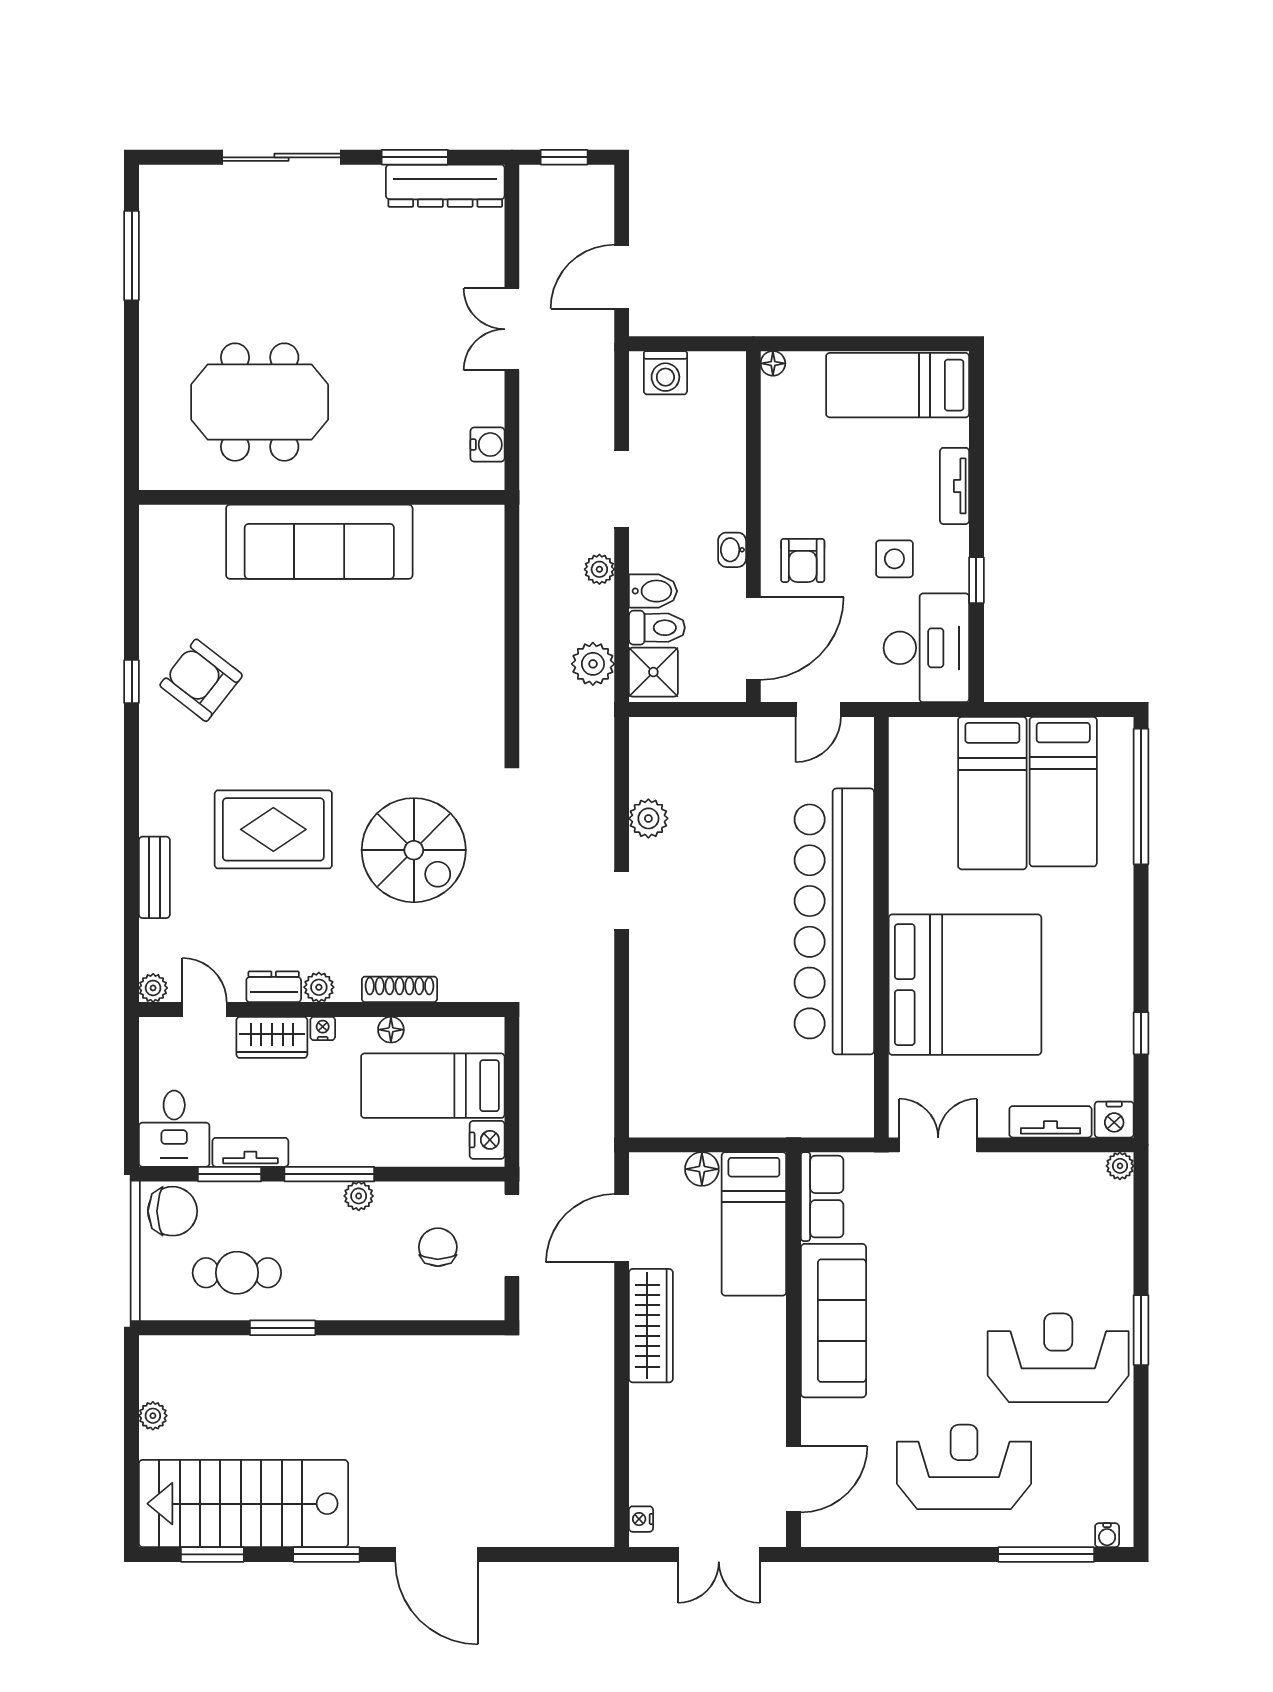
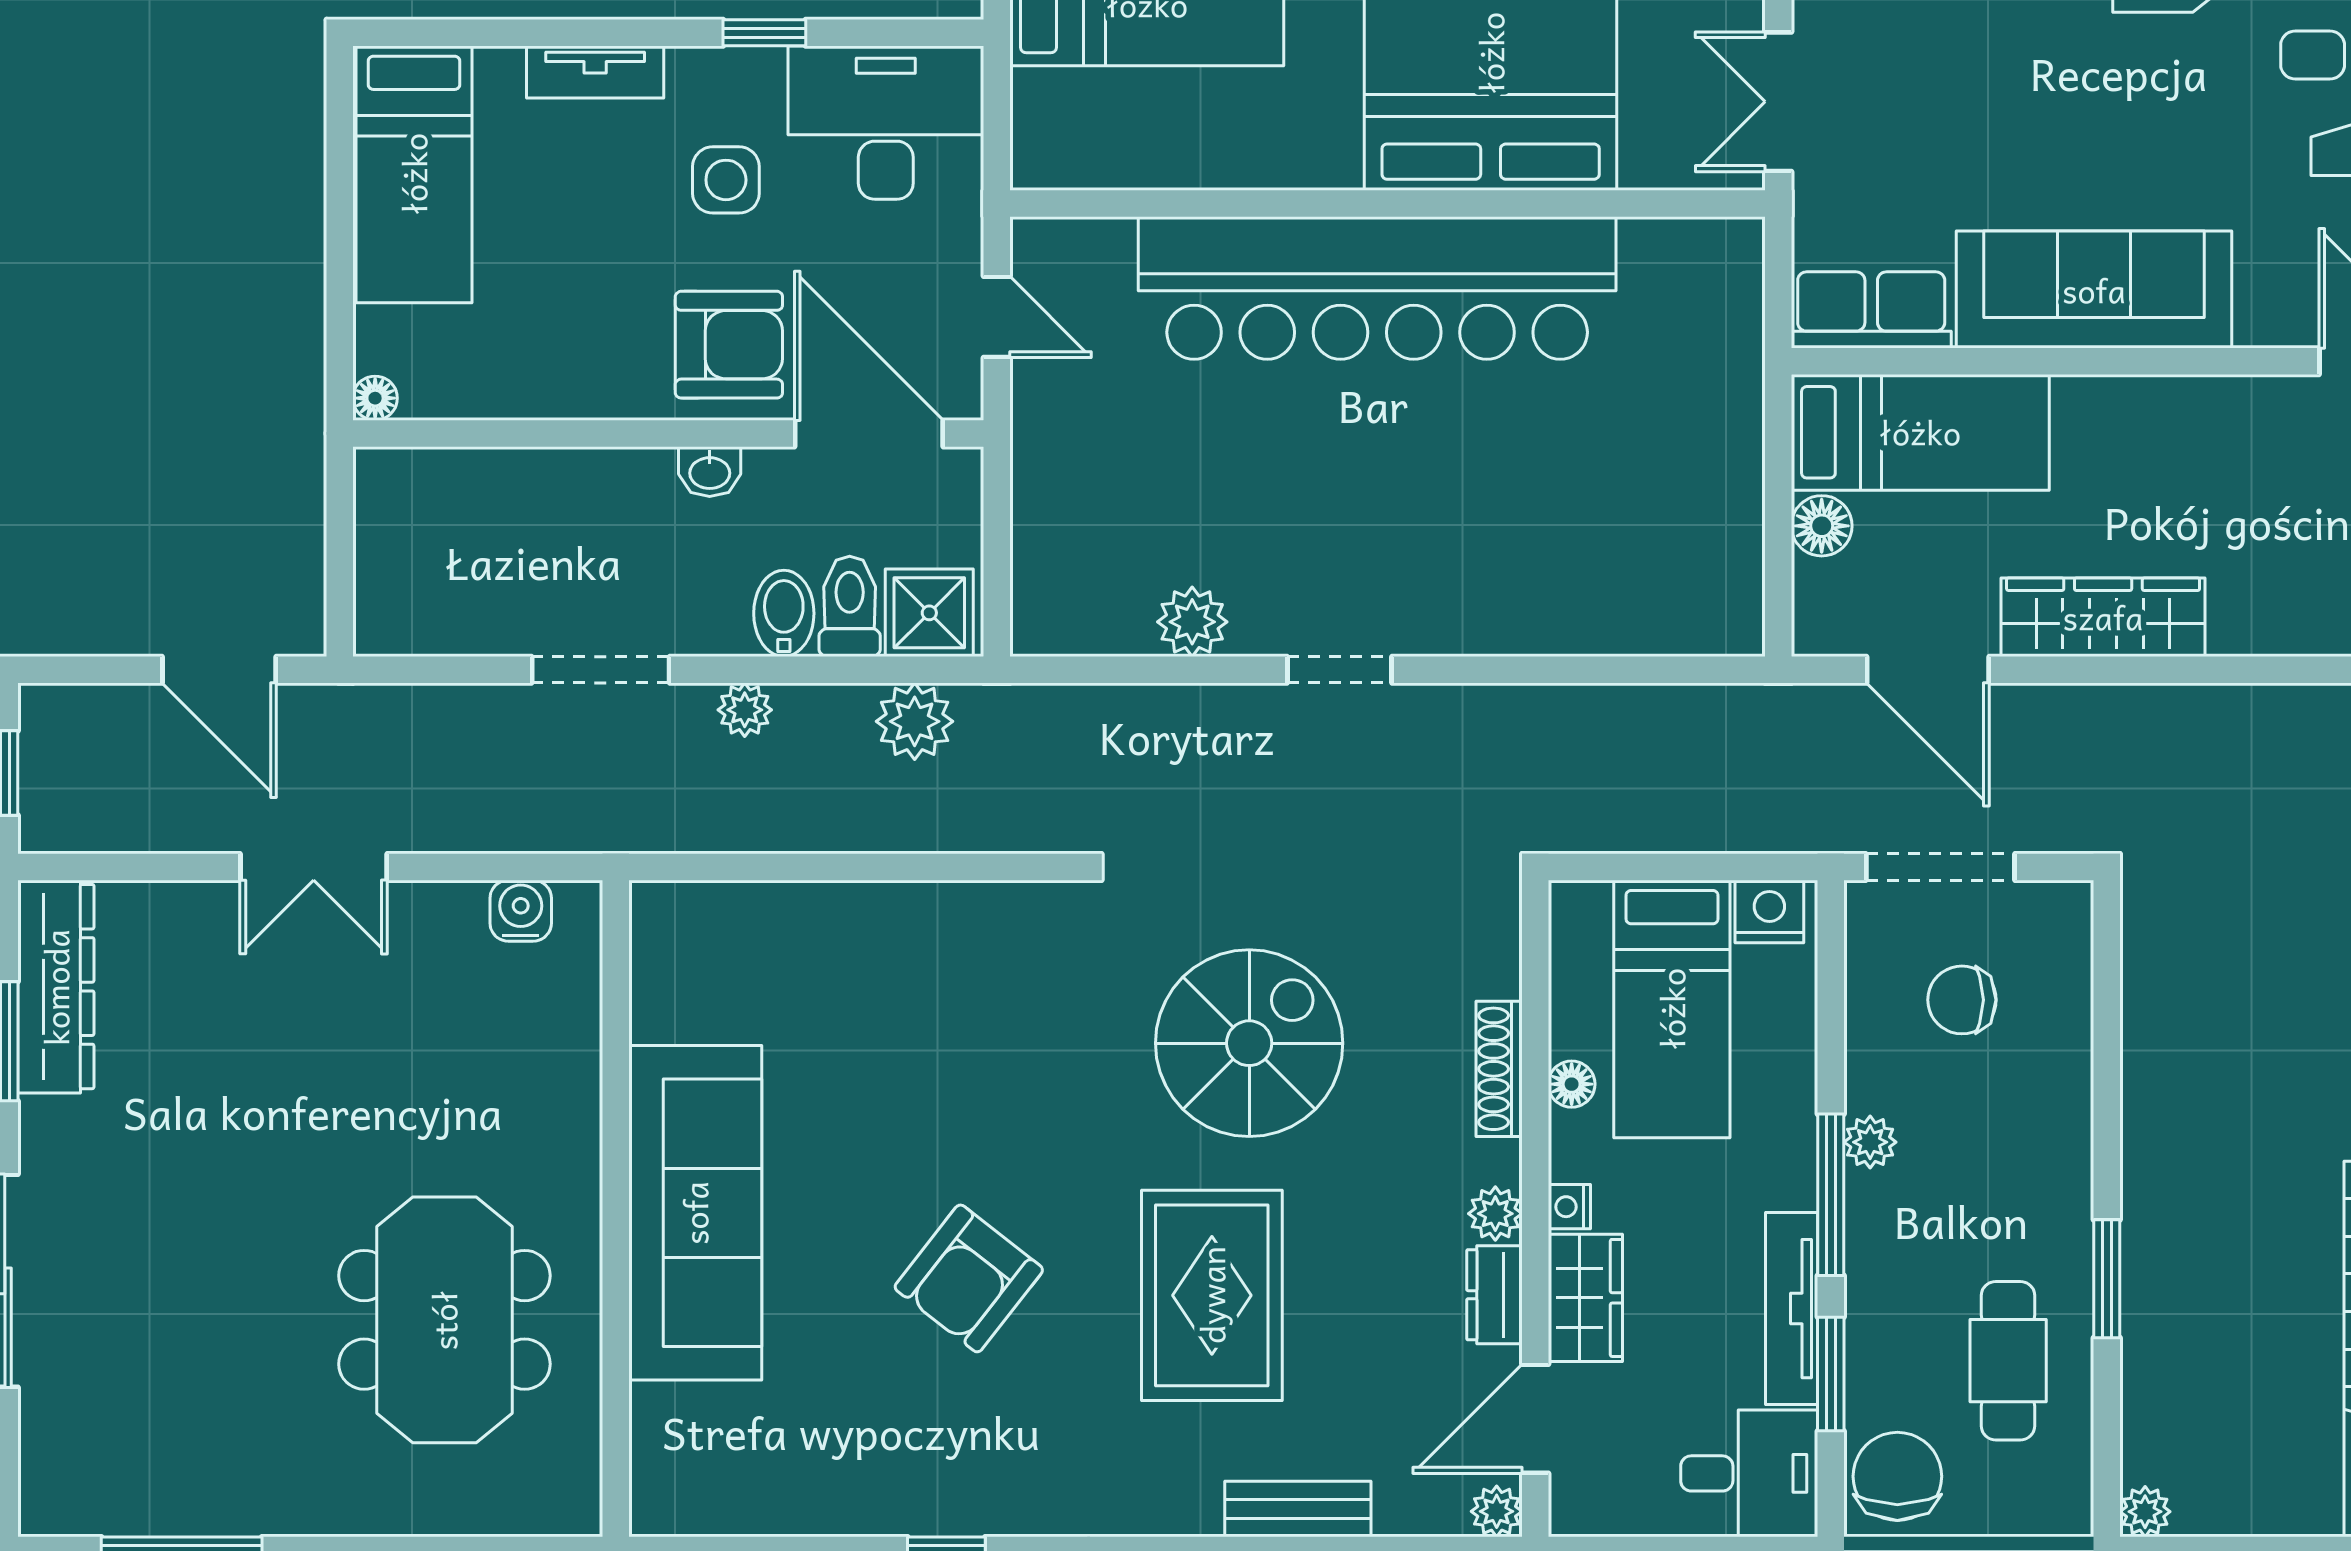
washing machine: (665, 373) -> (392, 591), removed
armchair: (803, 560) -> (729, 345), width x1.38, depth x1.38
armchair: (201, 680) -> (969, 1278), moved
door: (205, 1009) -> (1535, 1419), width x1.38
tv unit: (250, 1152) -> (1792, 1309), width x1.41
plant: (153, 1416) -> (2145, 1512), moved

